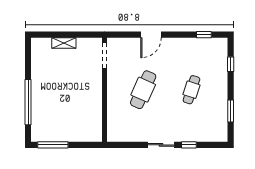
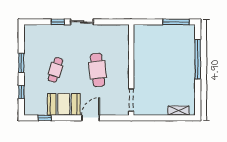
shelving: (64, 43) -> (178, 111), moved
booth: (182, 50) -> (64, 104), added
cafe table: (143, 90) -> (98, 70), turned -30
window: (231, 111) -> (21, 63), moved

